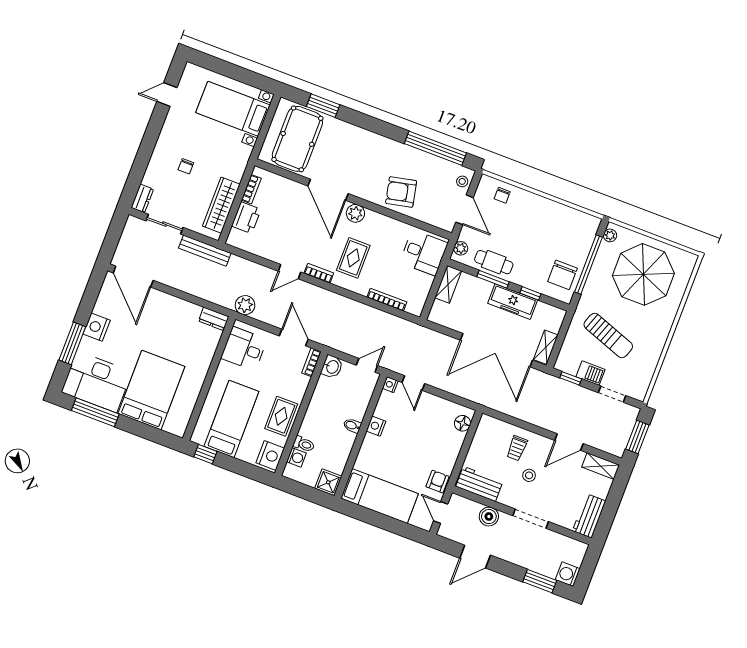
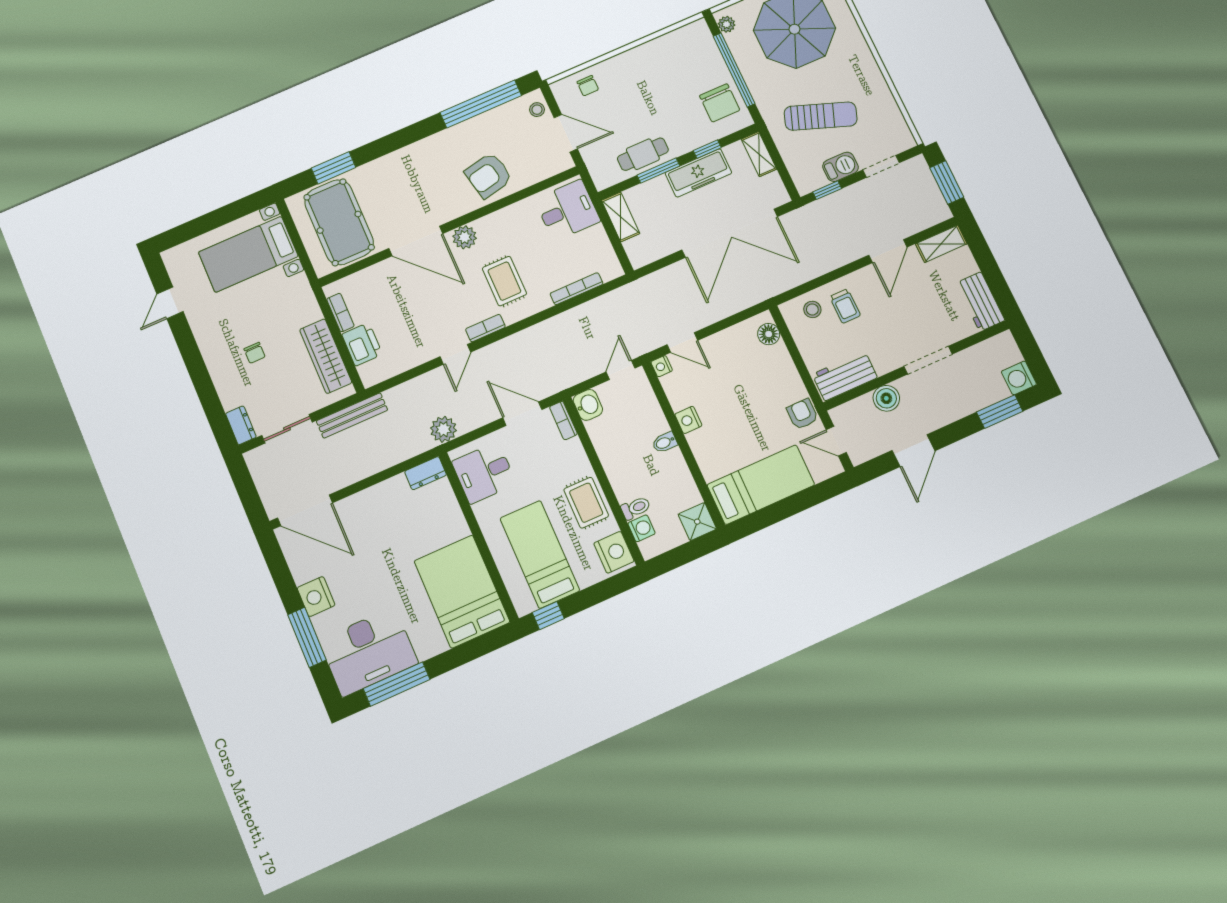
plant: (461, 248) -> (598, 172), removed
shelving: (546, 347) -> (759, 154), moved
bed: (151, 390) -> (462, 592), moved
stool: (529, 475) -> (812, 309), moved

